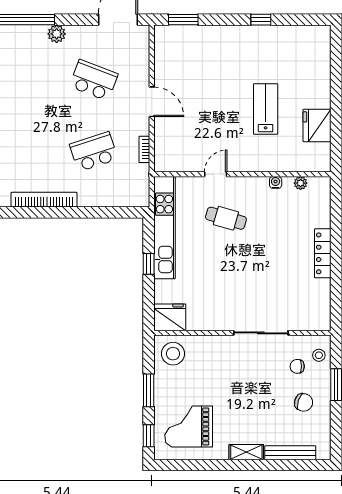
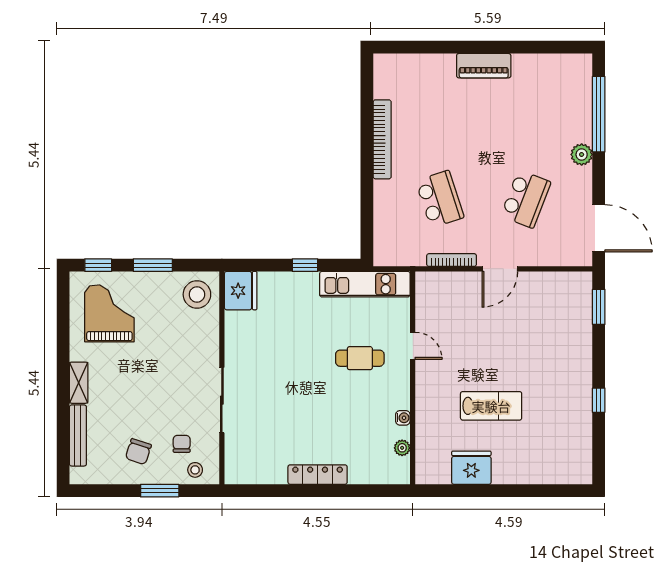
bookcase: (144, 149) -> (452, 260), width x1.56
cafe table: (226, 218) -> (360, 358), turned 74
kitchen unit: (164, 228) -> (365, 284), width x0.73

